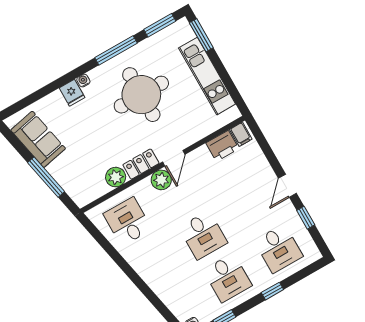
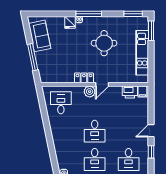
window: (116, 50) -> (89, 14), moved
round table: (141, 95) -> (104, 43), width x0.73, depth x0.73
plant: (116, 177) -> (68, 77), removed

